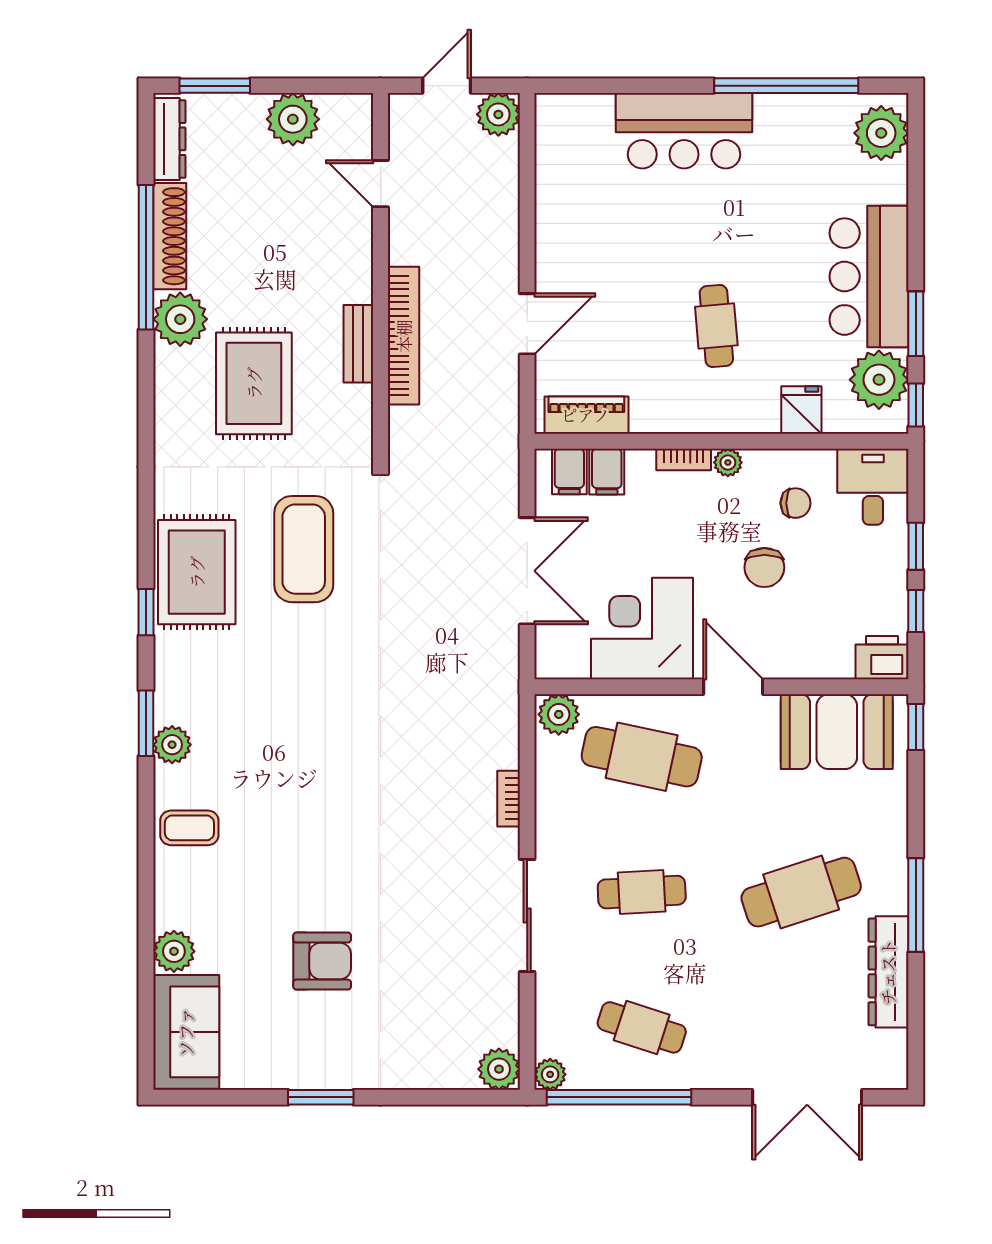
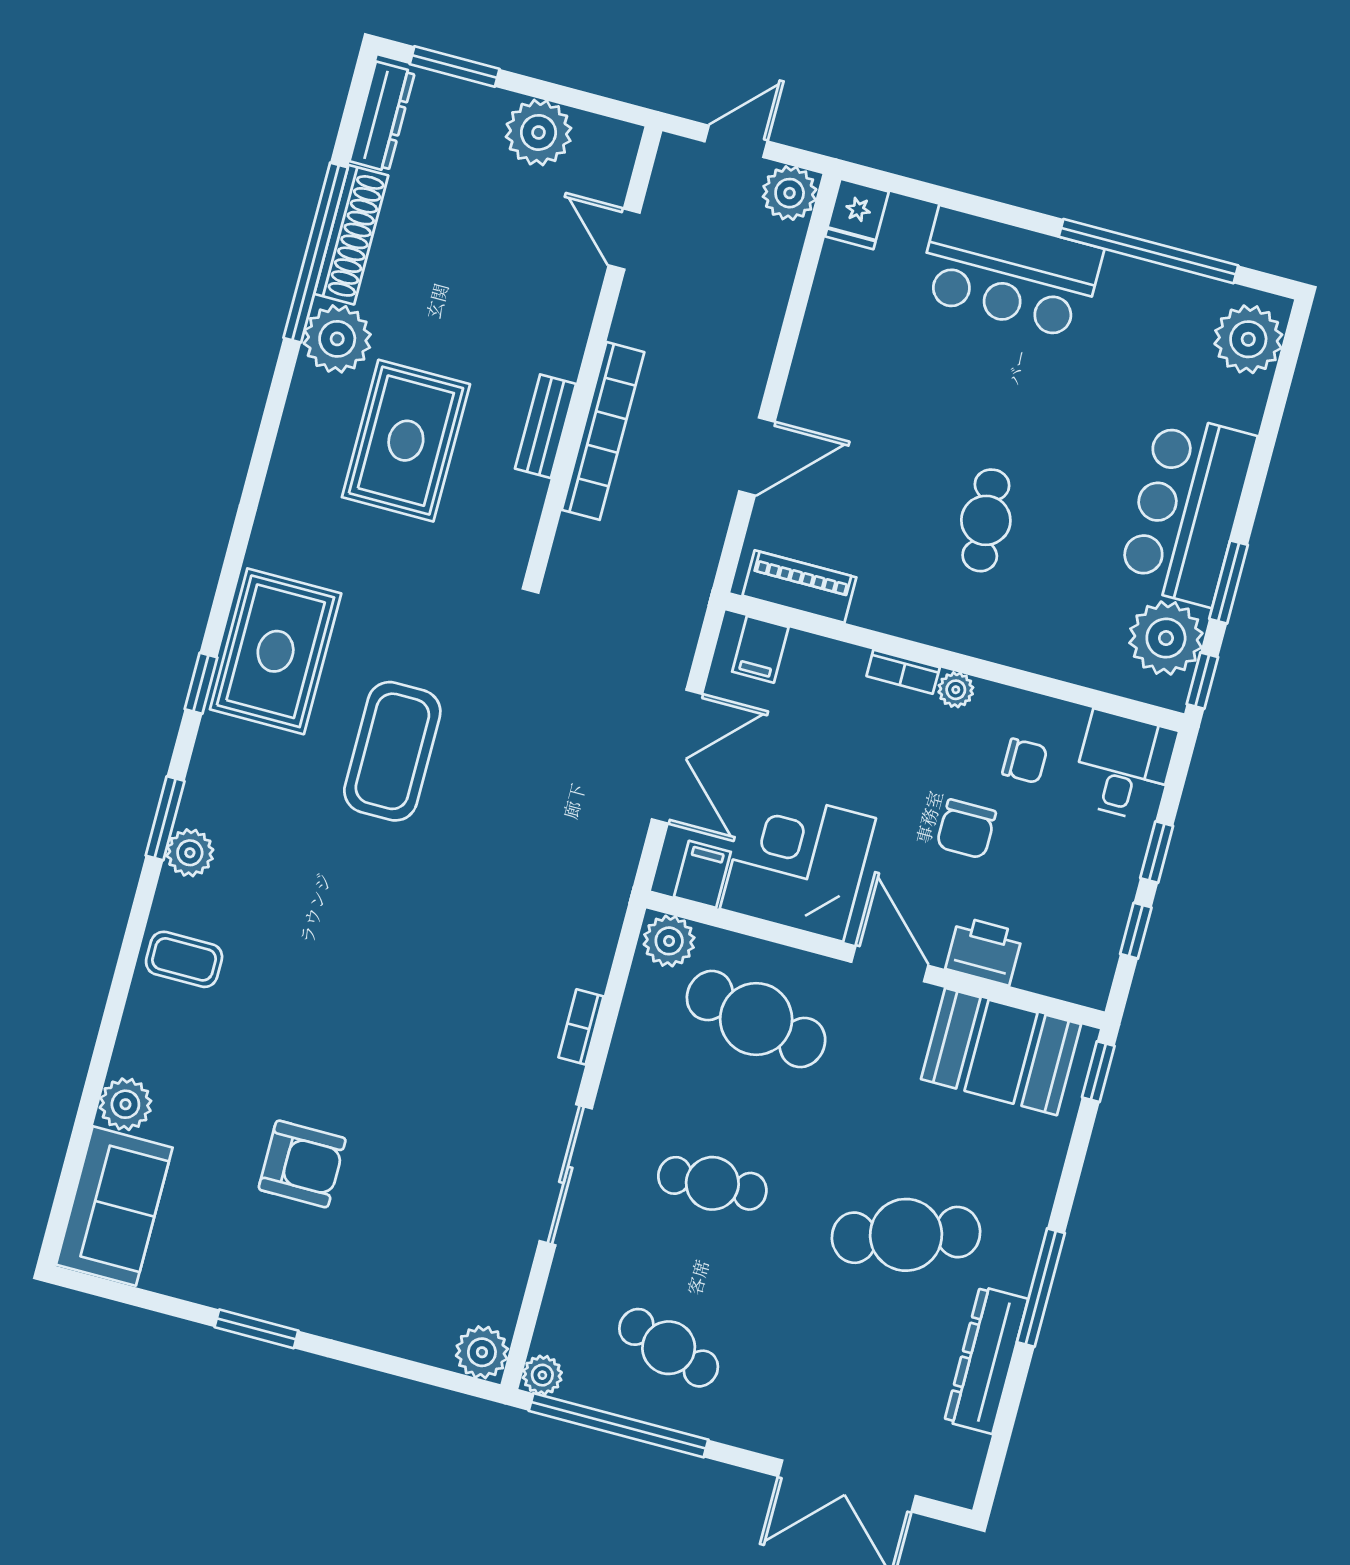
fridge: (801, 410) -> (857, 214), moved, turned 180
filing cabinet: (607, 472) -> (702, 874), moved, turned 180
coffee table: (304, 549) -> (392, 751), moved
printer: (882, 658) -> (984, 951), moved

